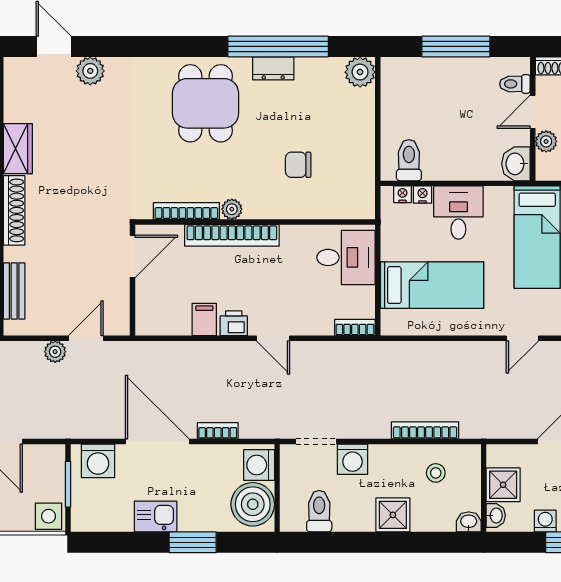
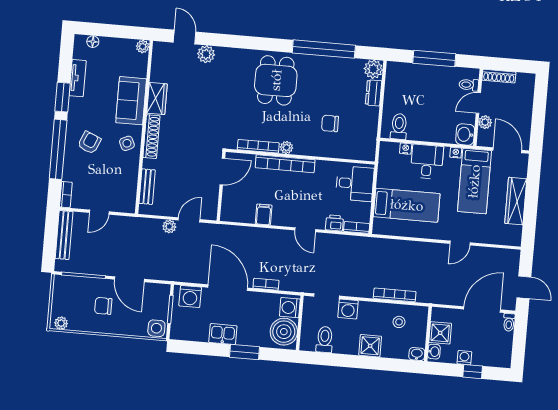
dresser: (273, 68) -> (374, 93), moved, turned 90
nightstand: (403, 194) -> (456, 153), moved
printer: (234, 323) -> (334, 223), moved

